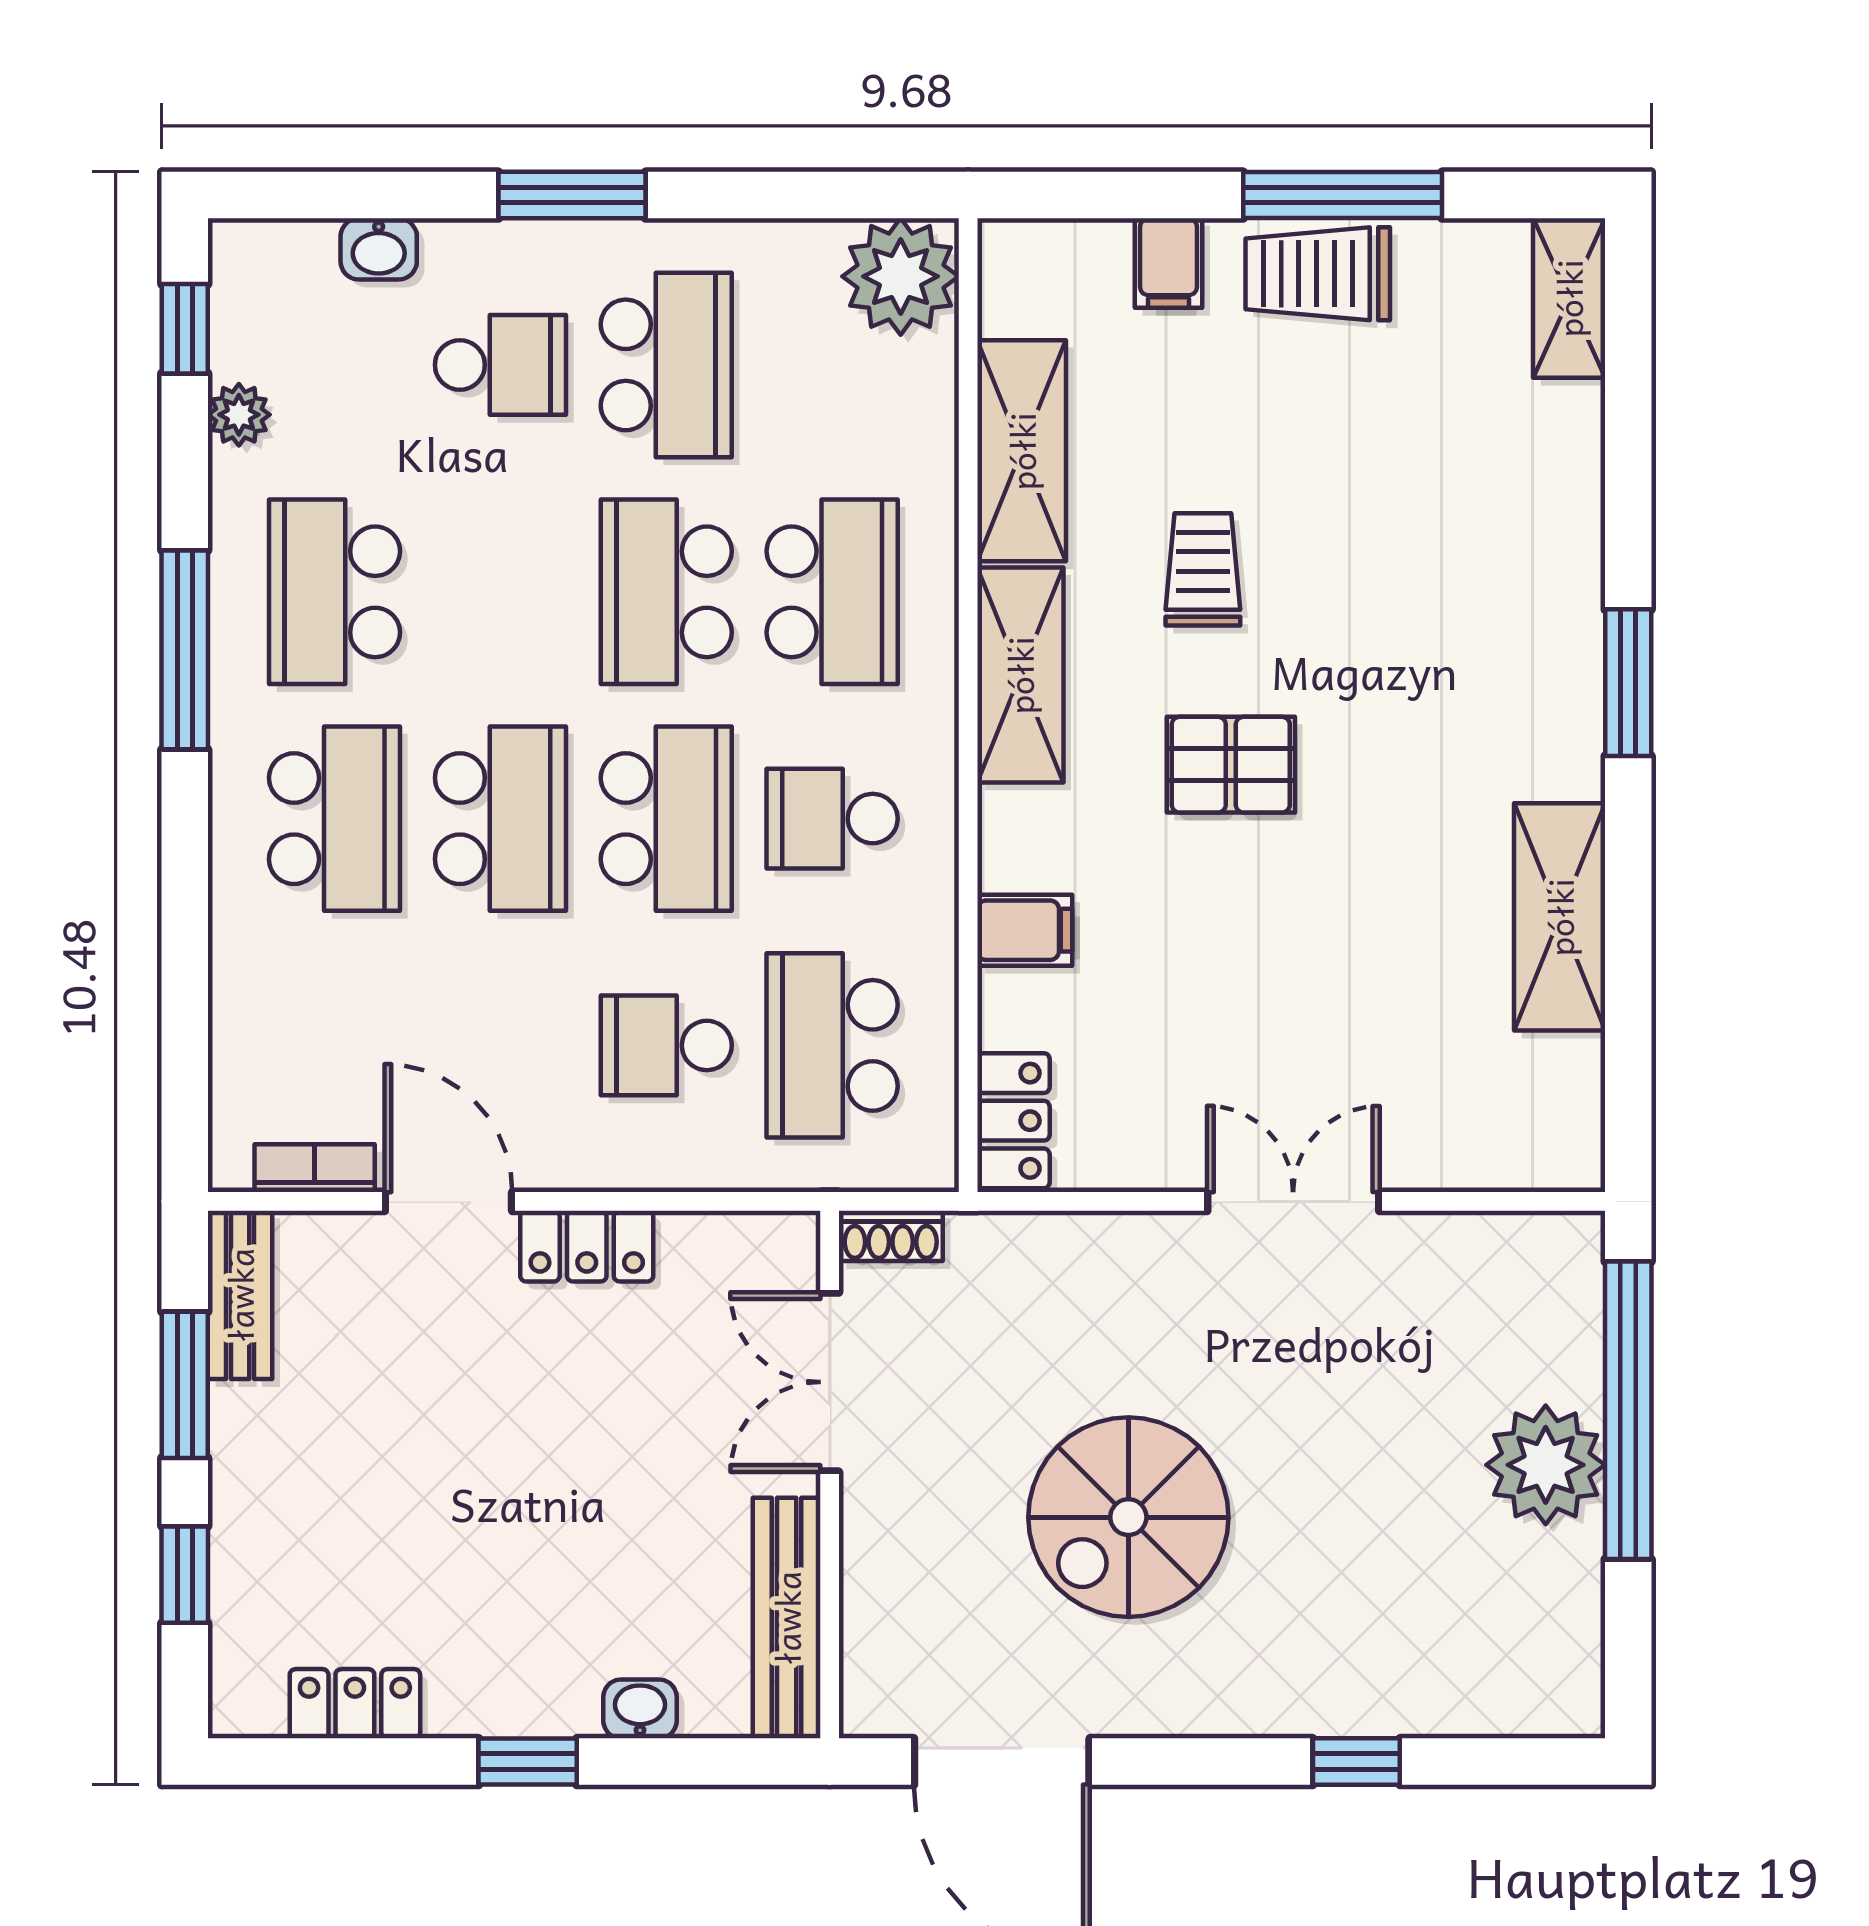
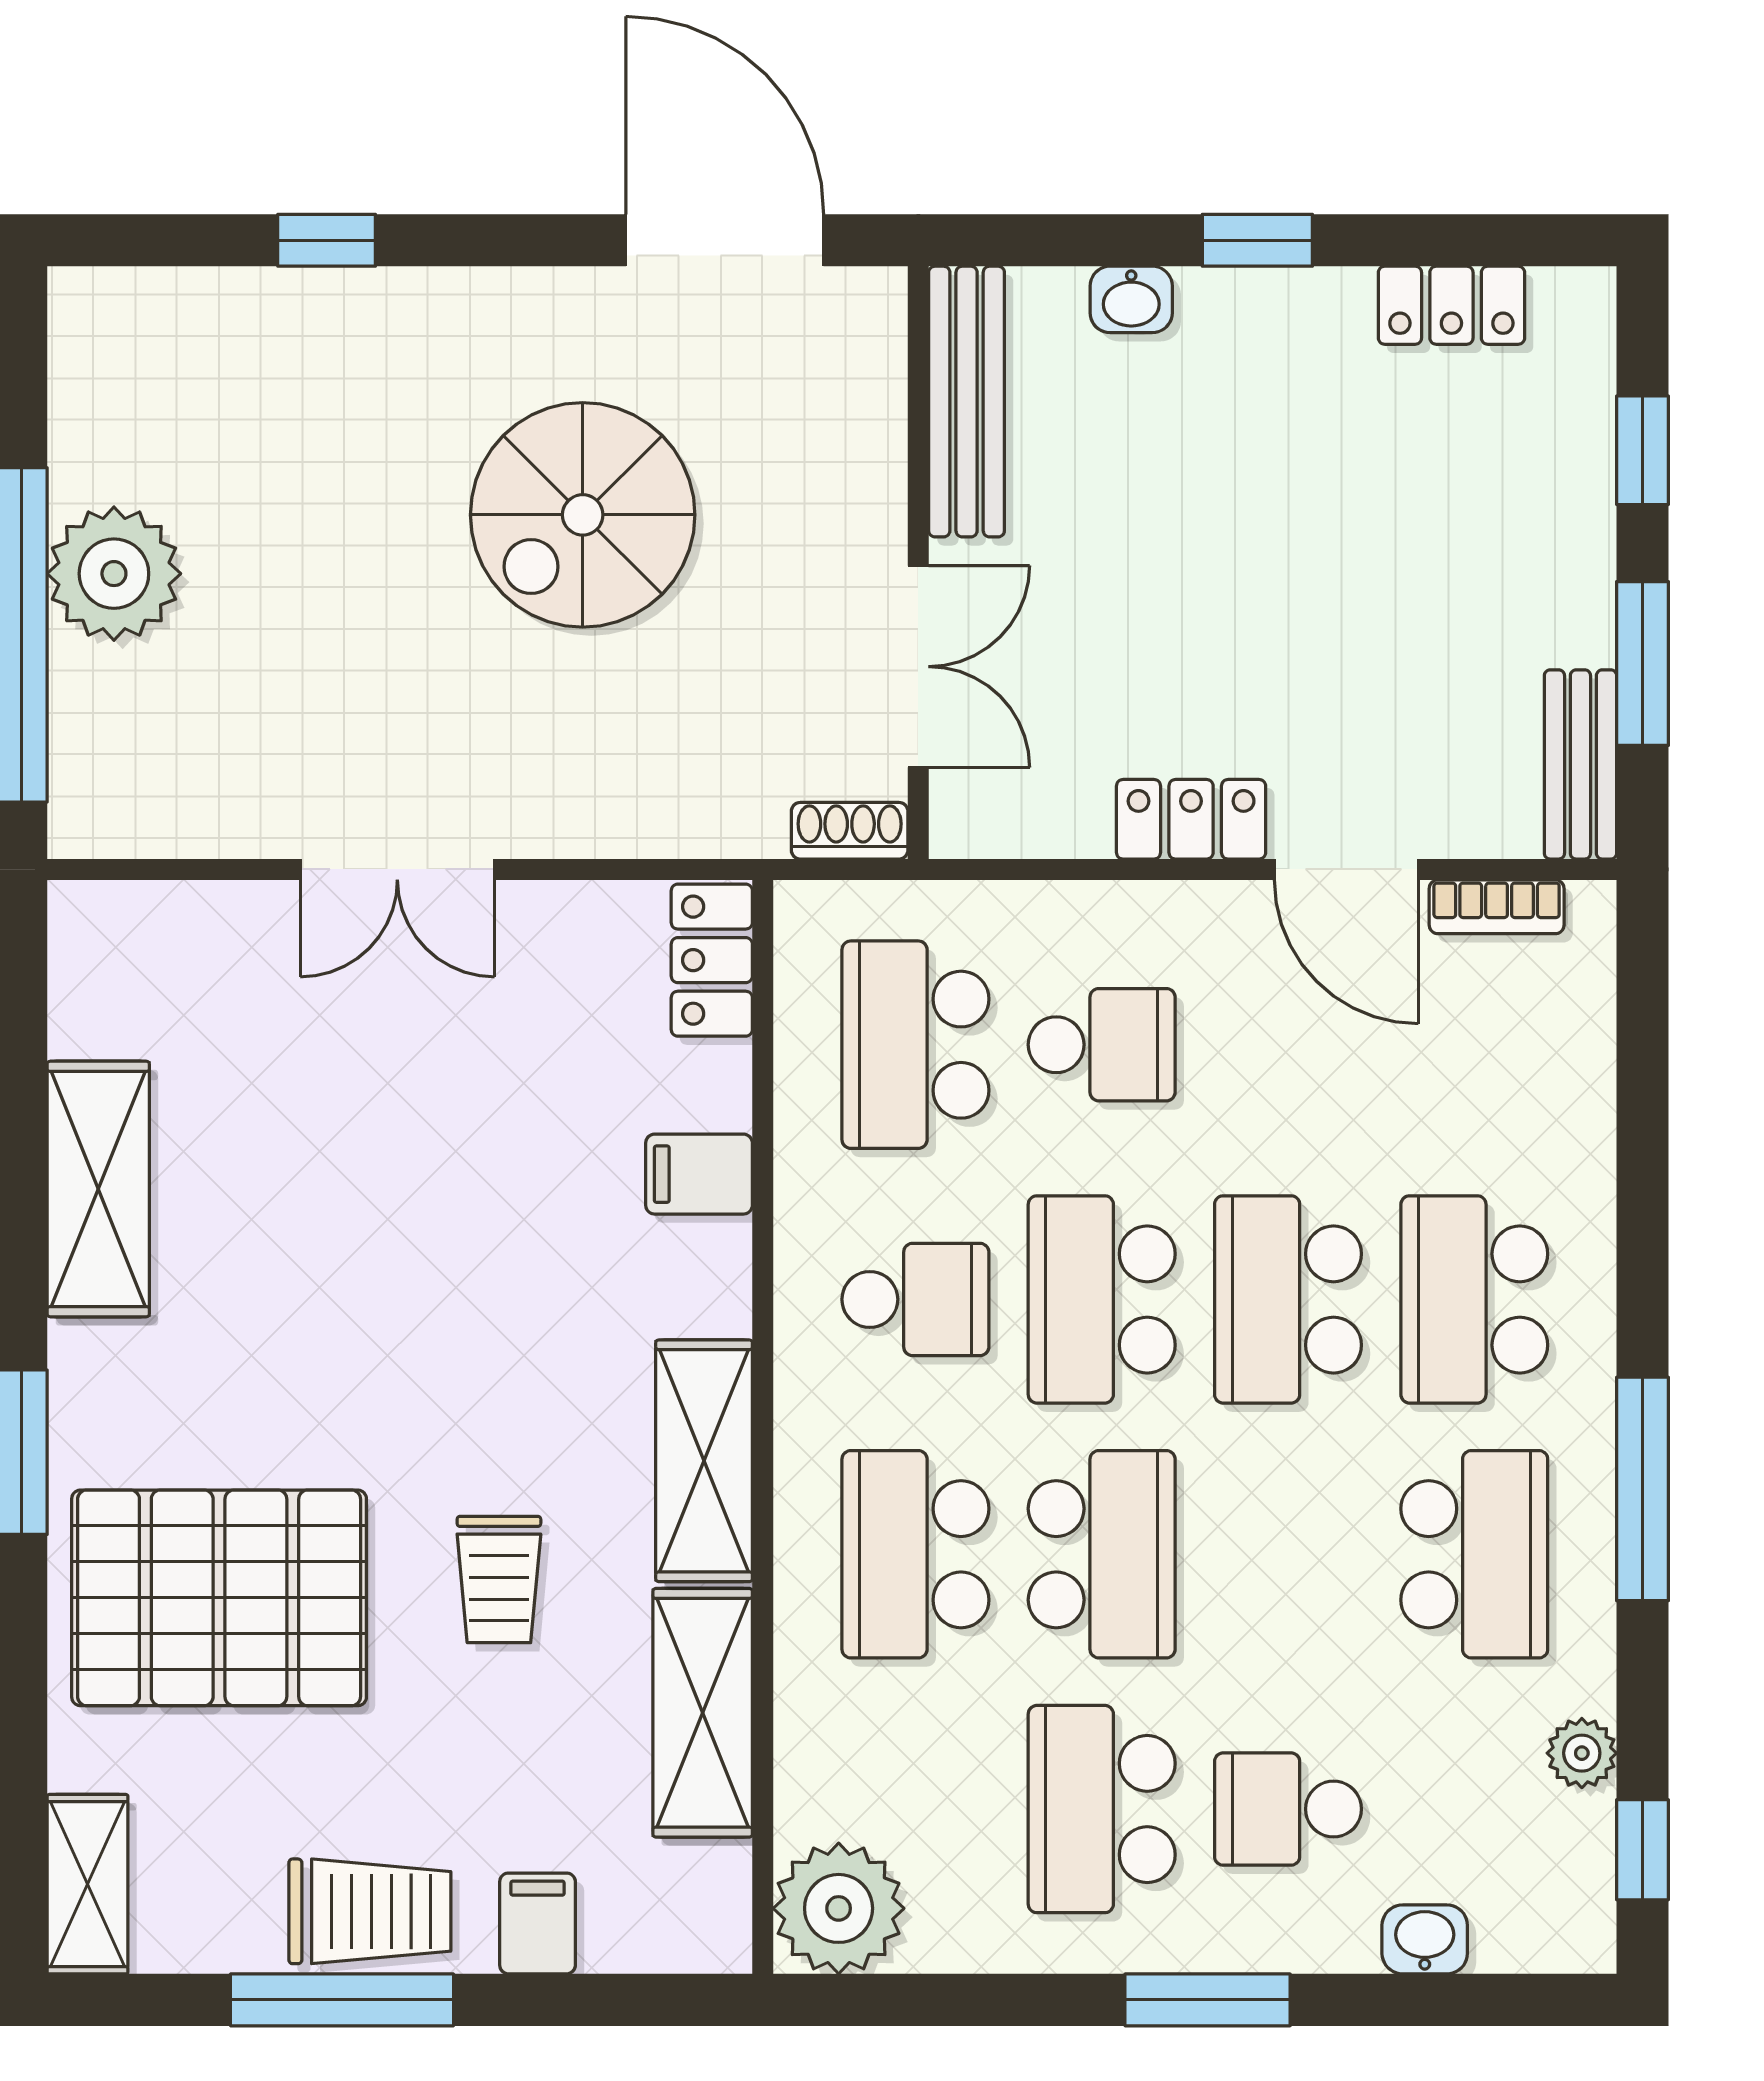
pallet: (1231, 765) -> (219, 1598), moved, width x2.05, depth x2.00
school desk: (832, 1045) -> (915, 1045), turned 180
spiral stairs: (1128, 1517) -> (583, 515), turned 180

